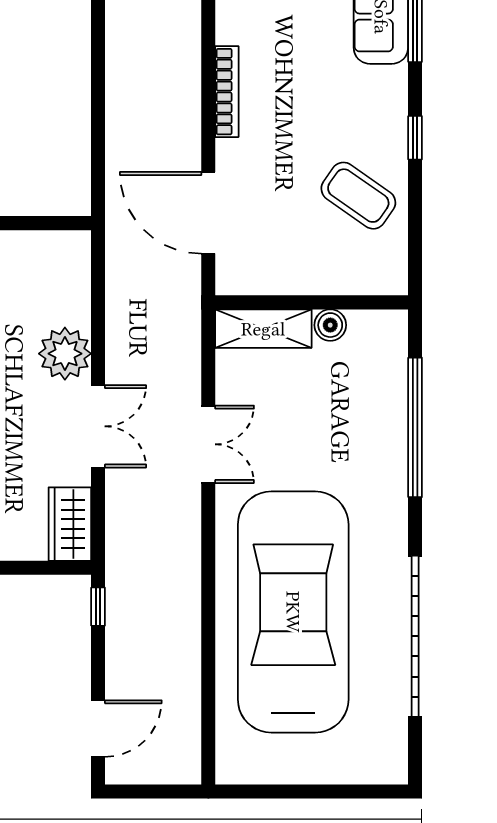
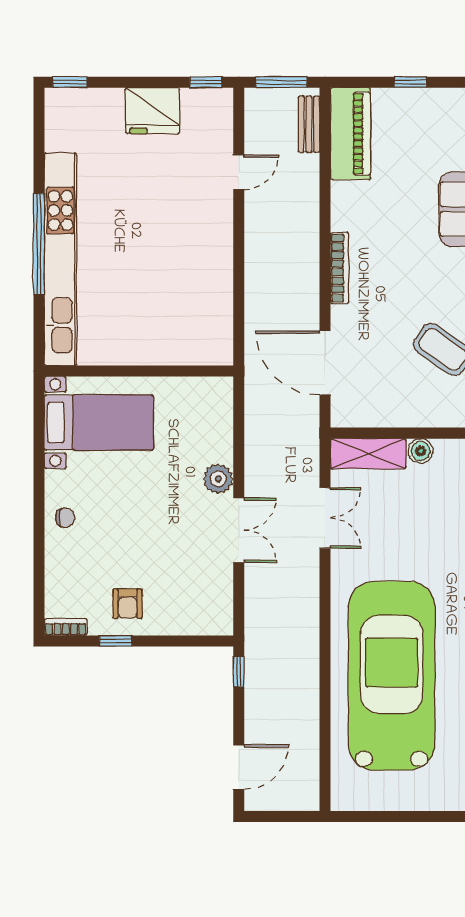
plant: (65, 354) -> (218, 479), width x0.73, depth x0.73
double door: (208, 444) -> (325, 518), moved
wardrobe: (70, 524) -> (217, 607), removed

